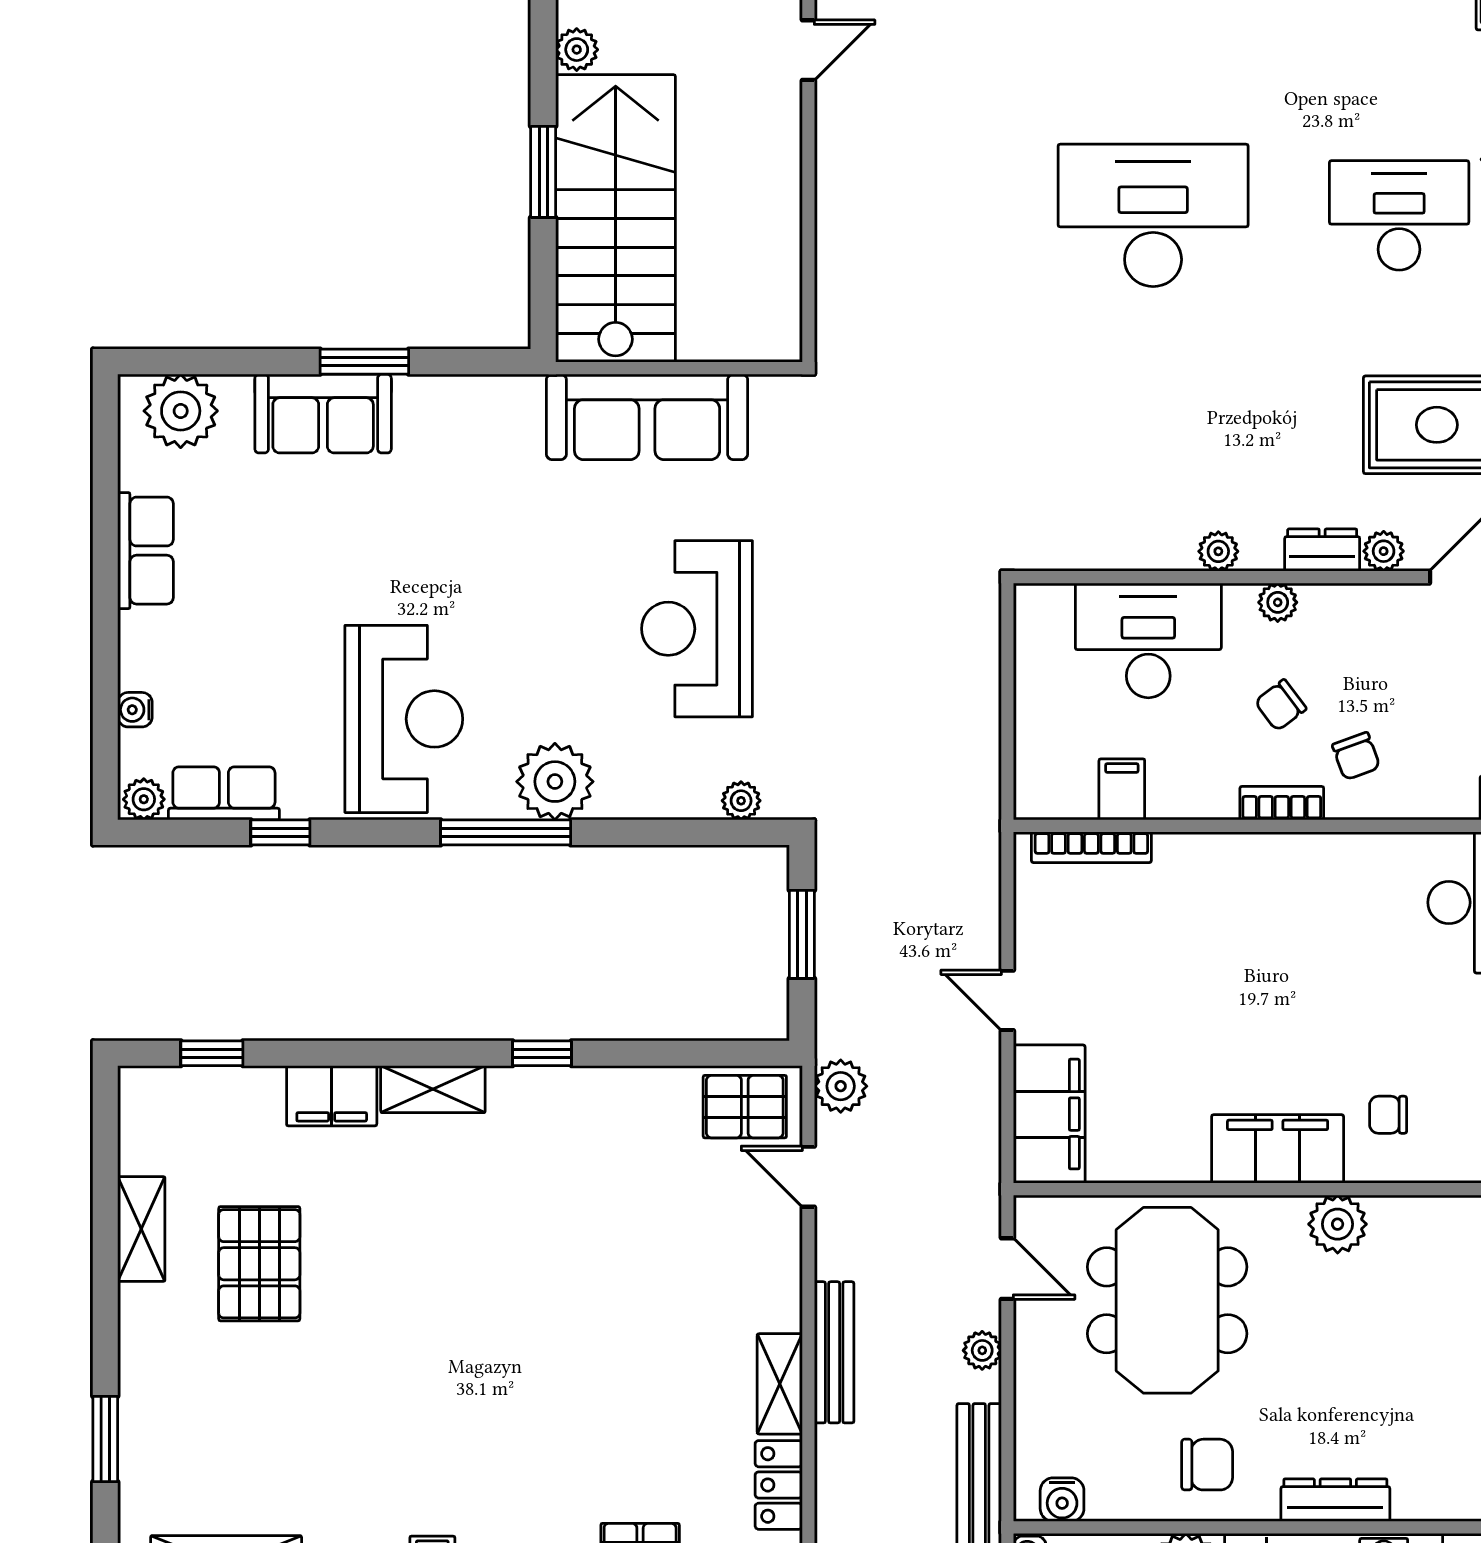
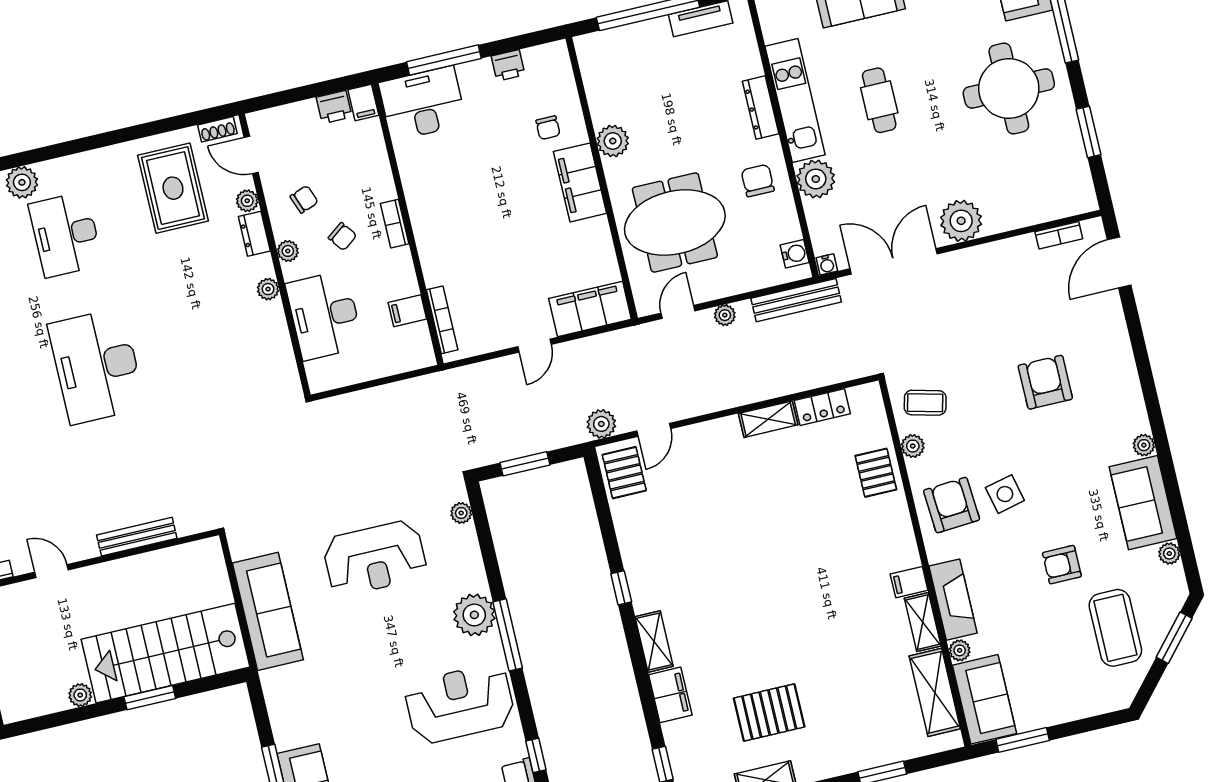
chair: (1356, 756) -> (304, 199), moved
bench: (834, 1352) -> (137, 537), moved

